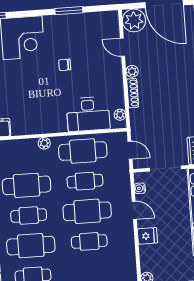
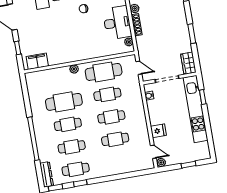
desk: (88, 114) -> (117, 23), moved, turned -90
door: (134, 210) -> (153, 152), moved
cafe table: (87, 211) -> (111, 117), width x0.73, depth x0.74
cafe table: (31, 246) -> (72, 147), width x0.73, depth x0.74

